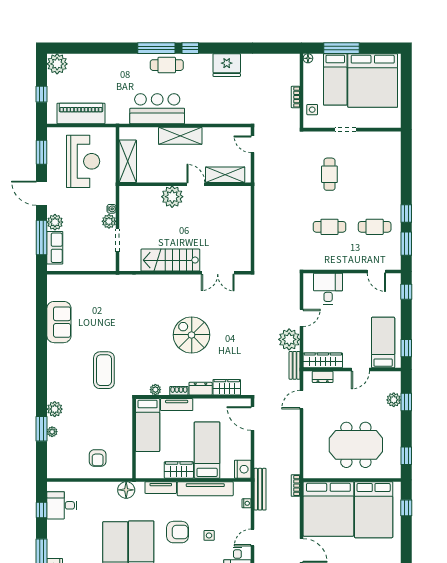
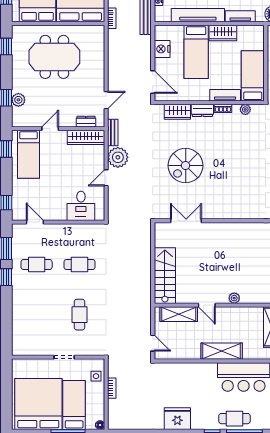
plant: (172, 197) -> (234, 298), width x0.53, depth x0.53
stairs: (170, 260) -> (165, 276), moved, turned -90
spiral stairs: (192, 335) -> (186, 166), moved, turned 90
nightstand: (243, 469) -> (162, 49), moved

